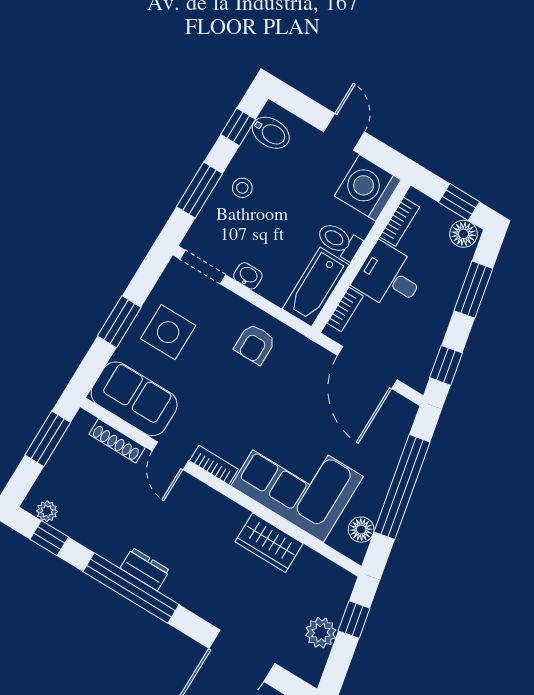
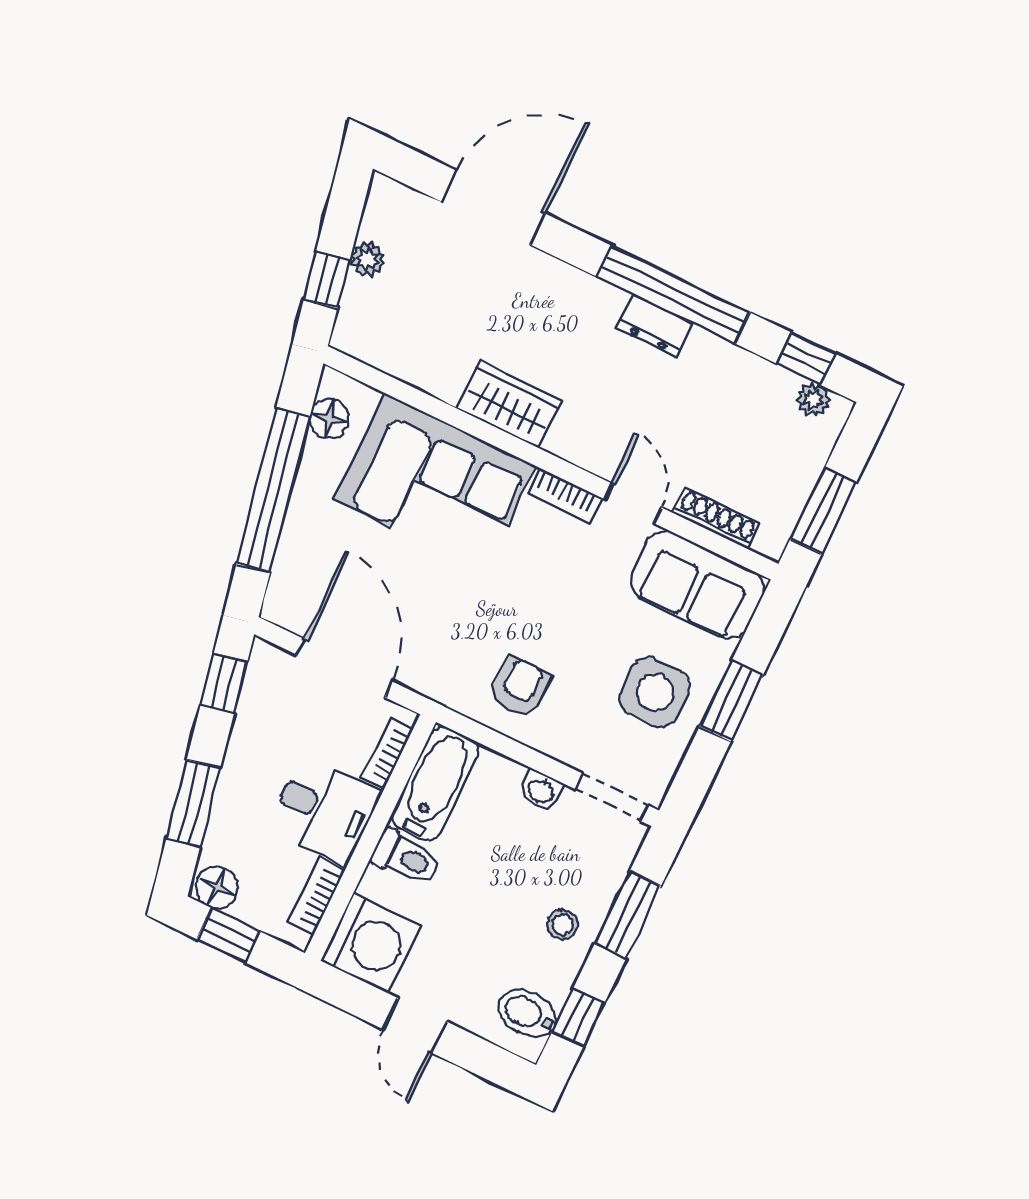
wardrobe: (269, 543) -> (509, 405), moved
plant: (321, 633) -> (368, 259), width x0.73, depth x0.73

